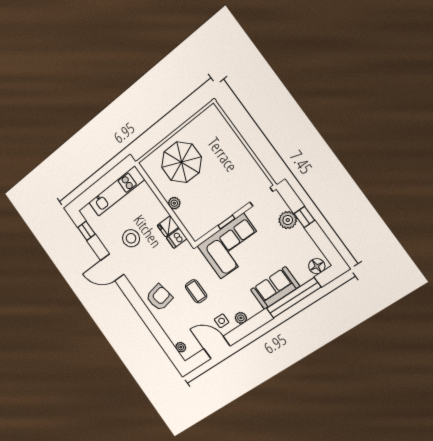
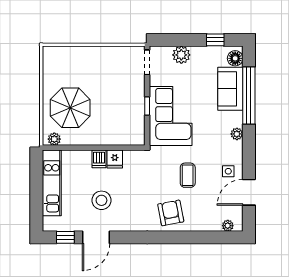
plant: (174, 203) -> (54, 139), moved
window: (304, 217) -> (215, 40), moved
dishwasher: (177, 238) -> (99, 159), moved
door: (112, 267) -> (96, 237), moved
sofa: (275, 288) -> (230, 89), moved
coffee table: (196, 291) -> (188, 175), turned 90
plant: (241, 318) -> (237, 134), moved

